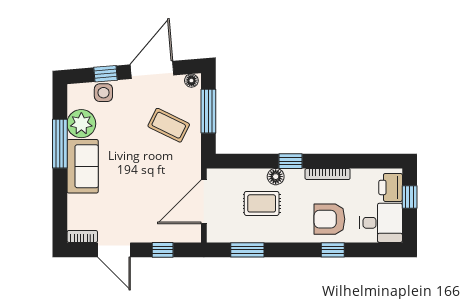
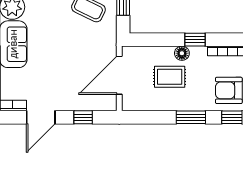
door: (114, 250) -> (41, 117), hinge flipped
window: (247, 250) -> (191, 117), moved

